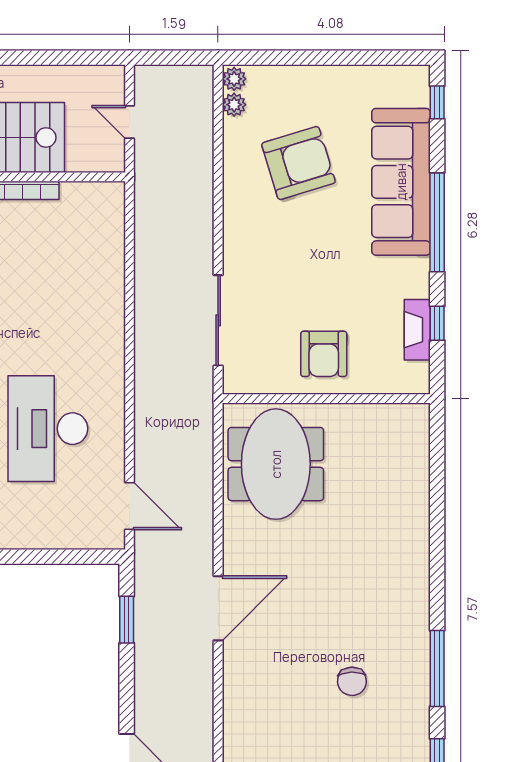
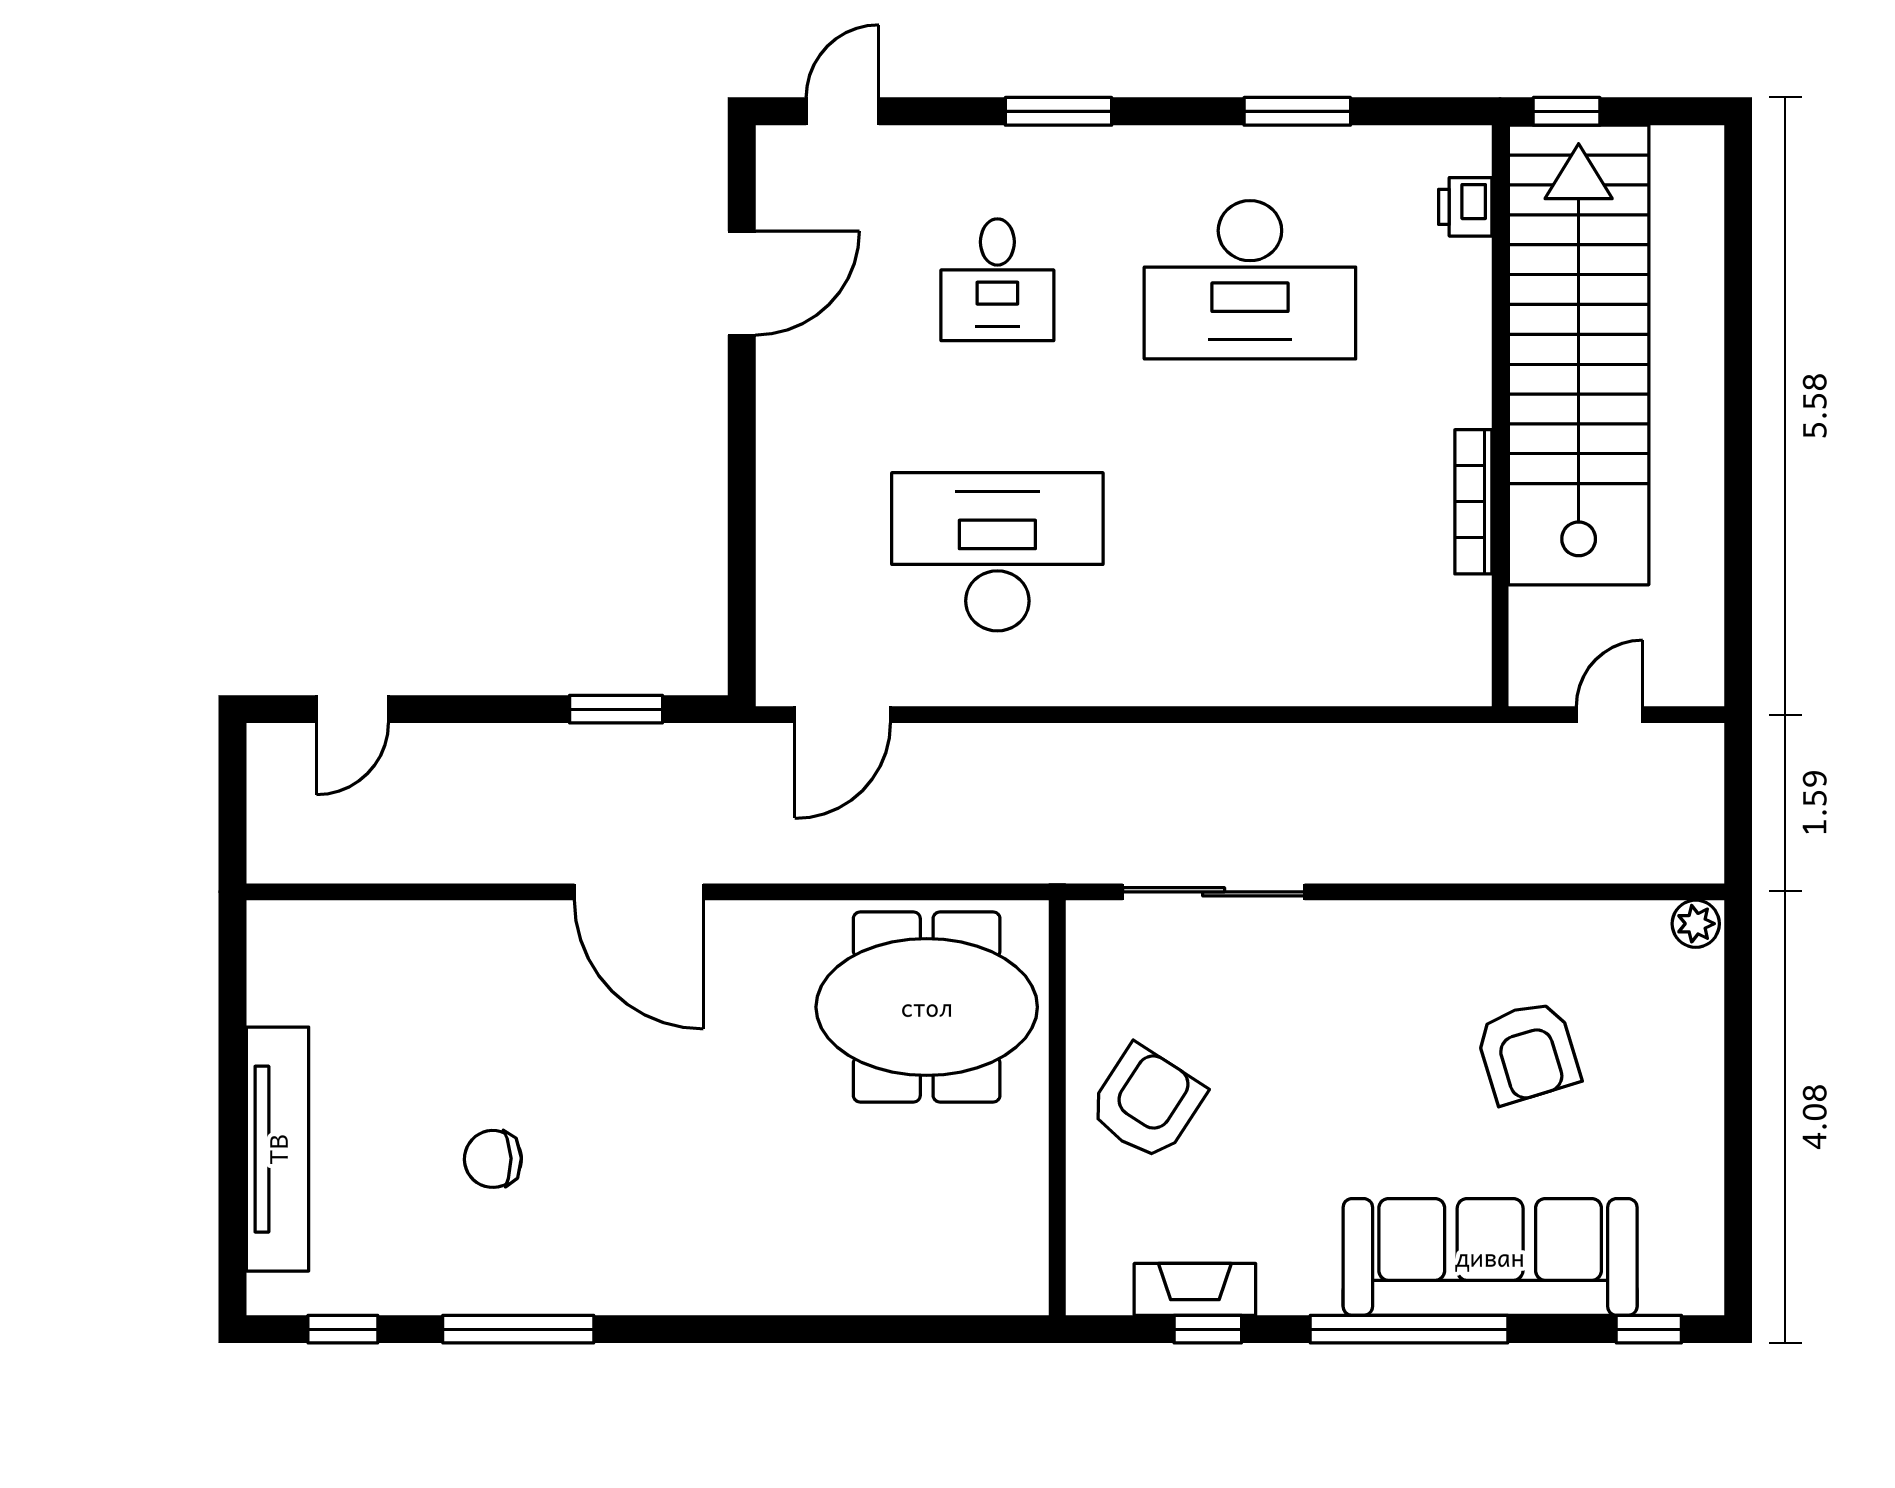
plant: (234, 105) -> (1644, 924), removed
armchair: (298, 163) -> (1528, 1052), width x0.73, depth x0.73
armchair: (324, 354) -> (1147, 1103), turned 123

